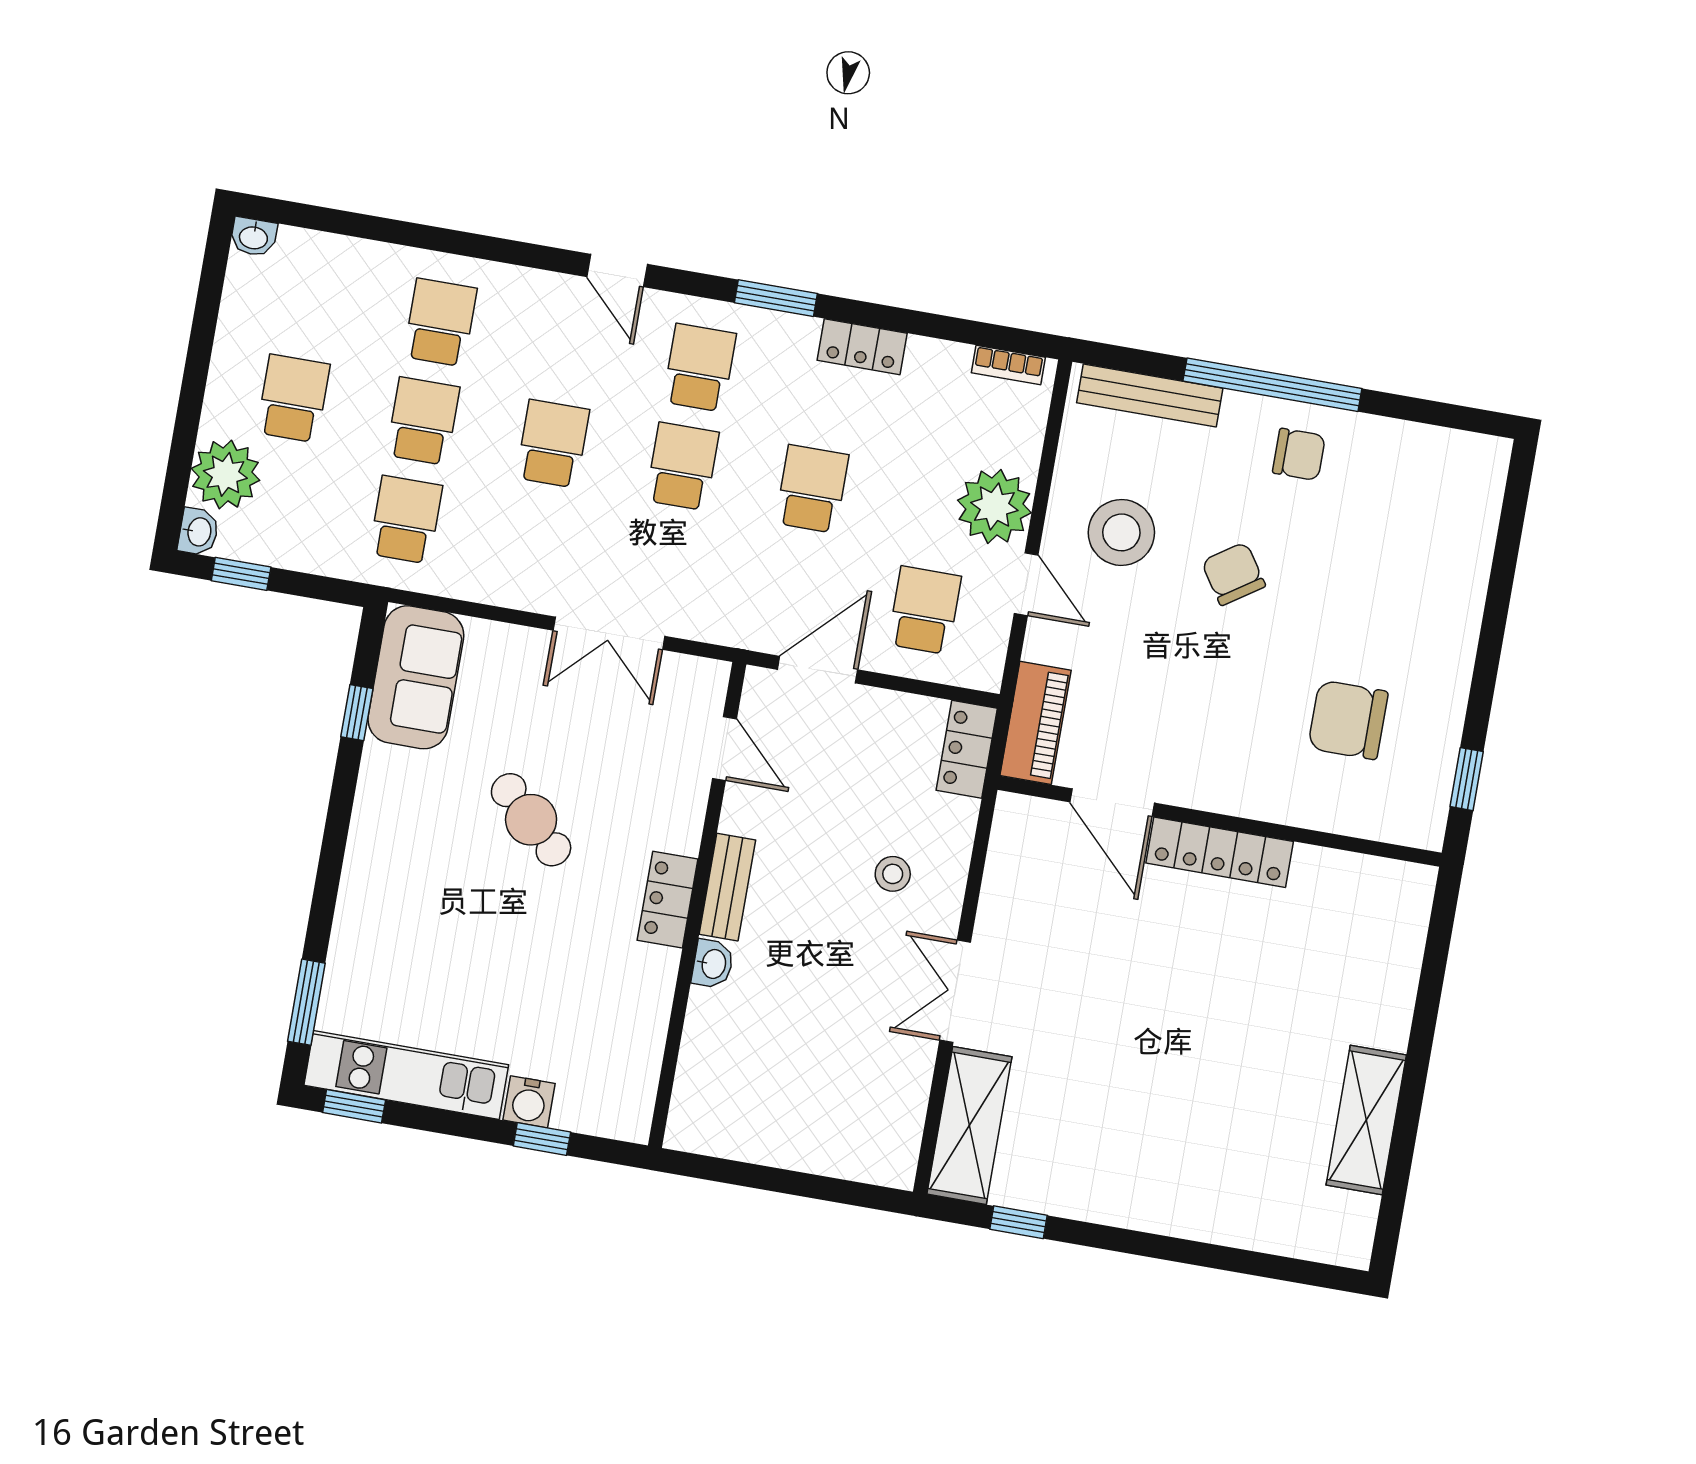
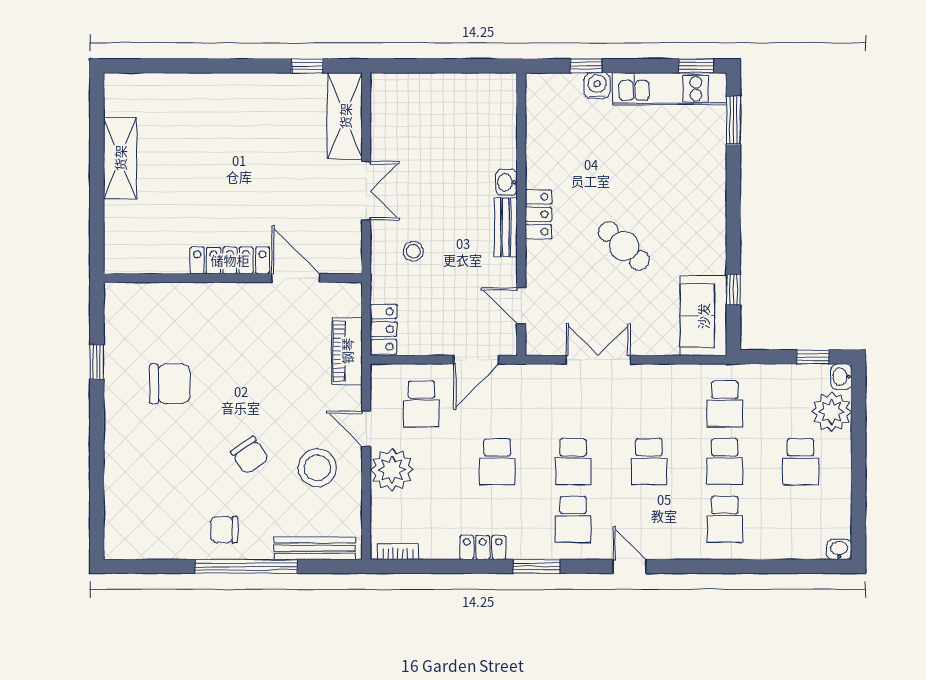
door: (1112, 802) -> (296, 278), moved
wall: (1220, 821) -> (233, 278), moved
locker: (1220, 852) -> (230, 260), moved

